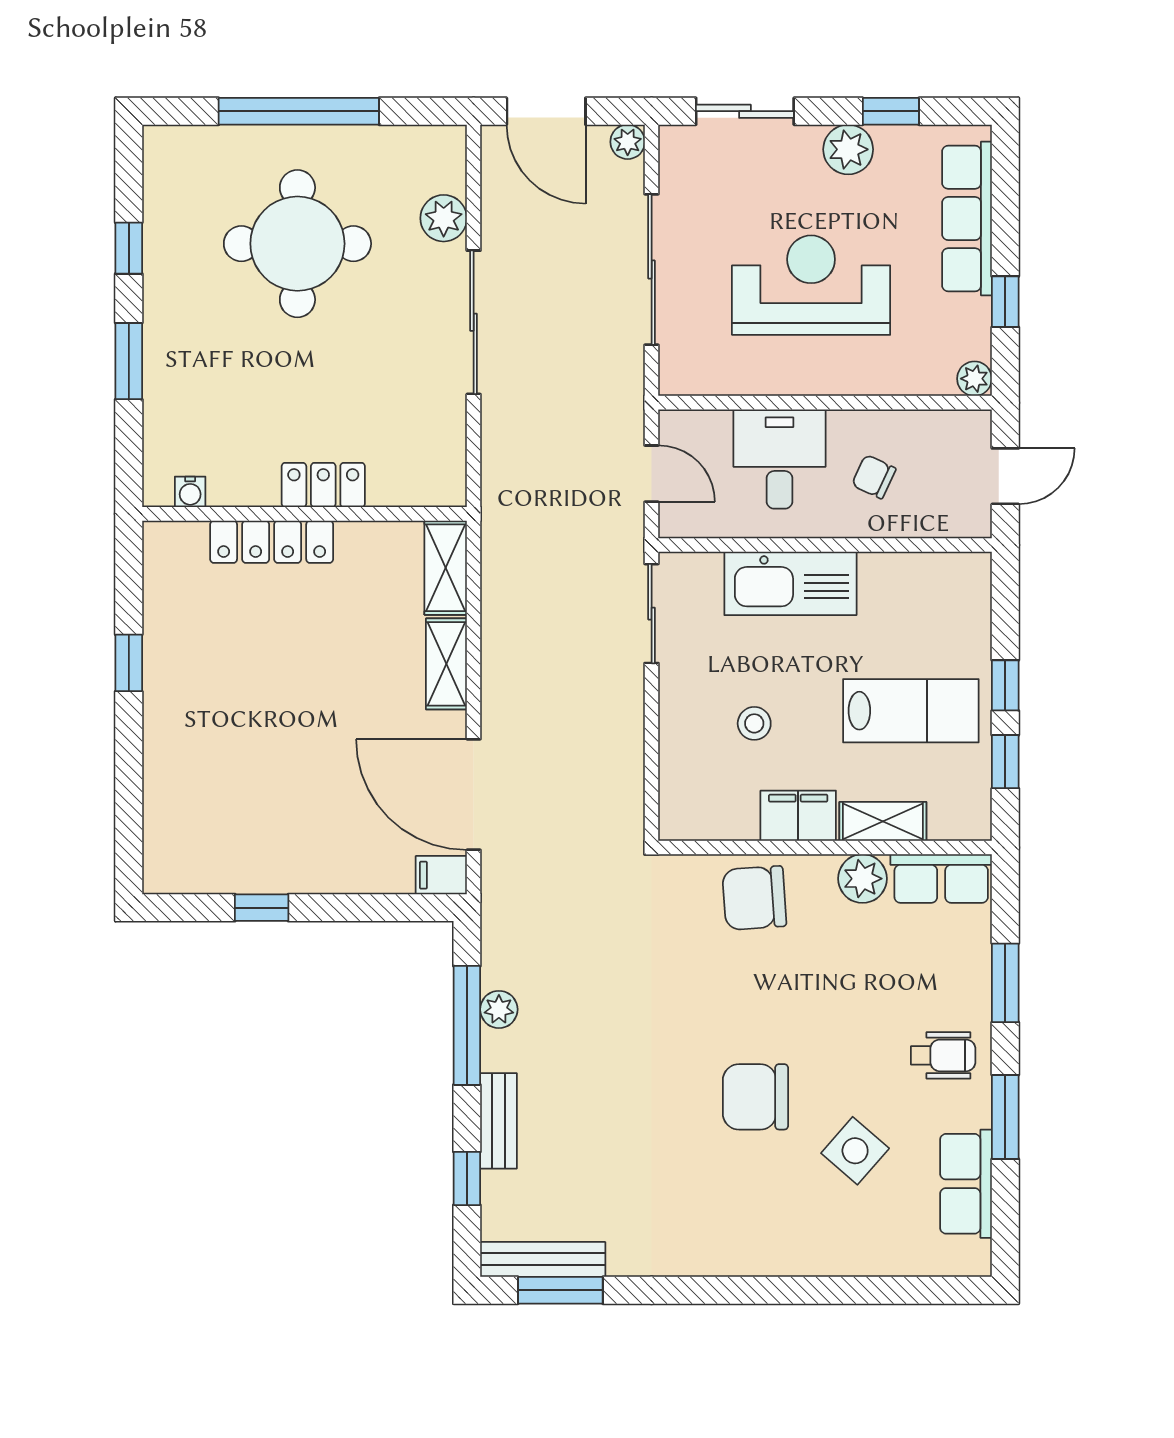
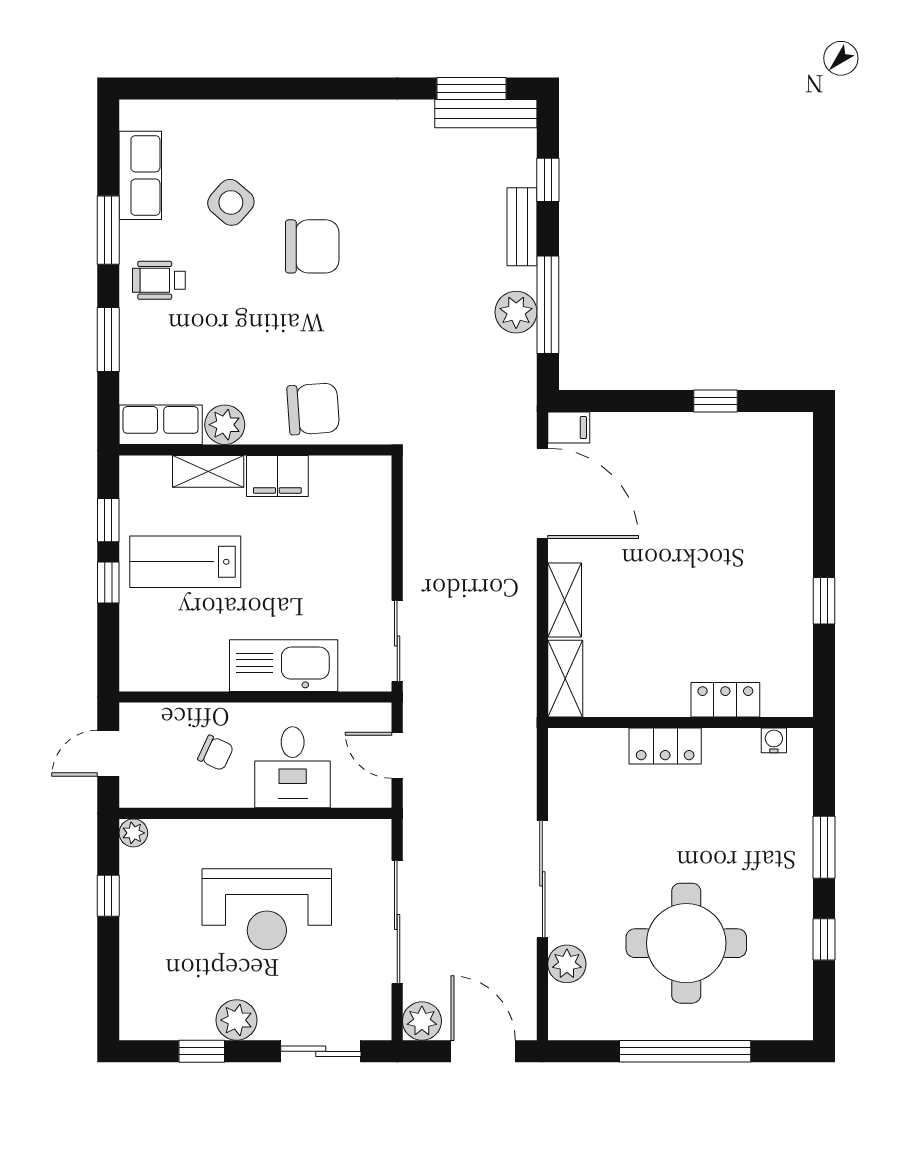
plant: (628, 142) -> (422, 1021), width x1.38, depth x1.38
row of seats: (967, 219) -> (139, 964), removed
locker: (272, 542) -> (725, 700), width x0.66
stool: (754, 723) -> (313, 551), removed
plant: (499, 1009) -> (516, 312), width x1.38, depth x1.38

